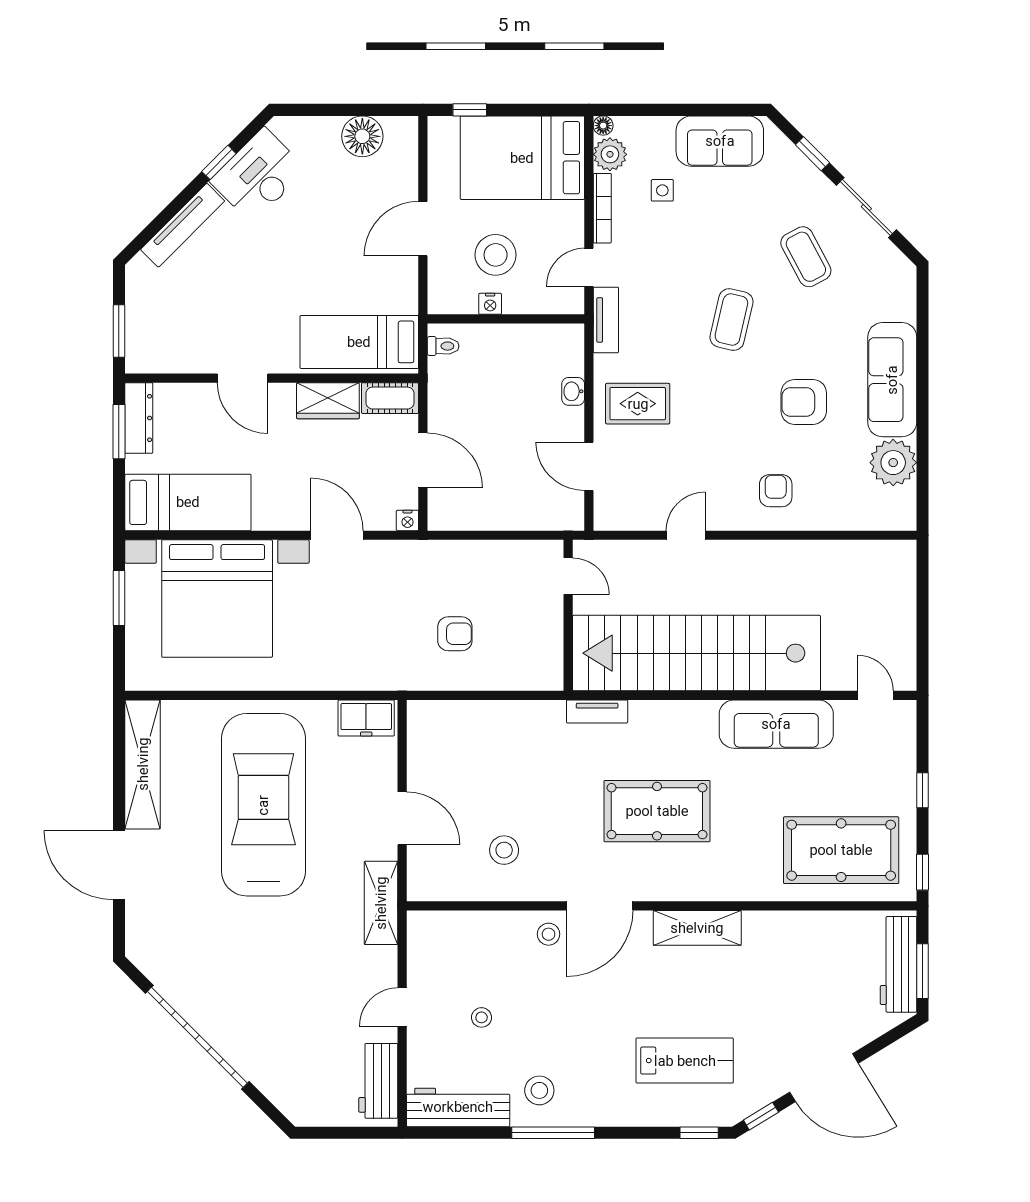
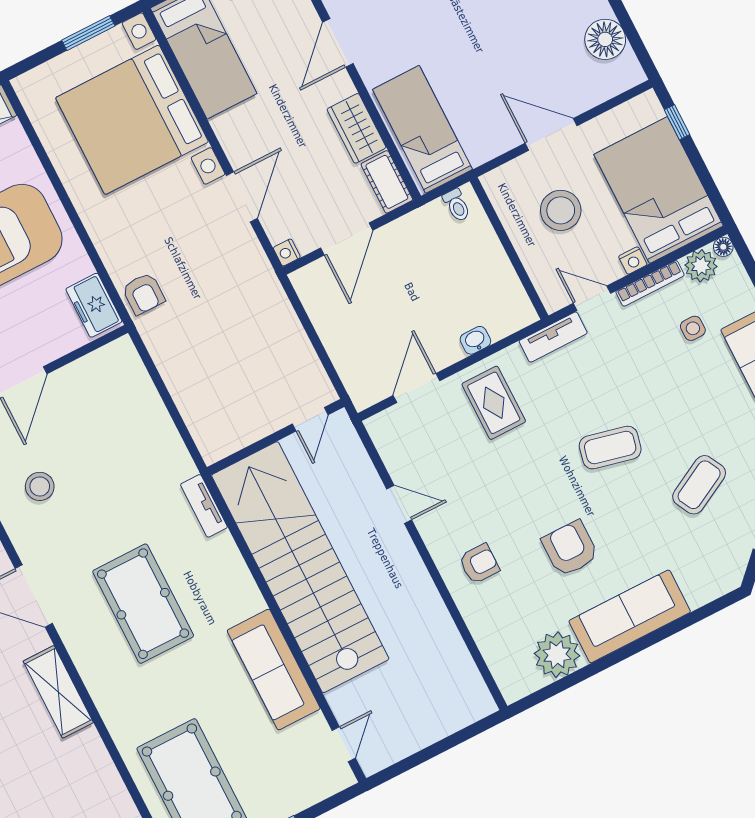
nightstand: (490, 304) -> (633, 261), moved, turned -90
armchair: (455, 634) -> (143, 294), moved

